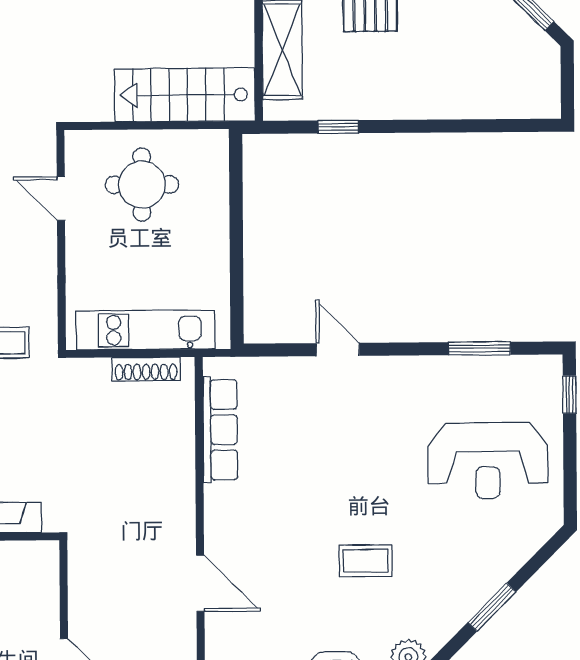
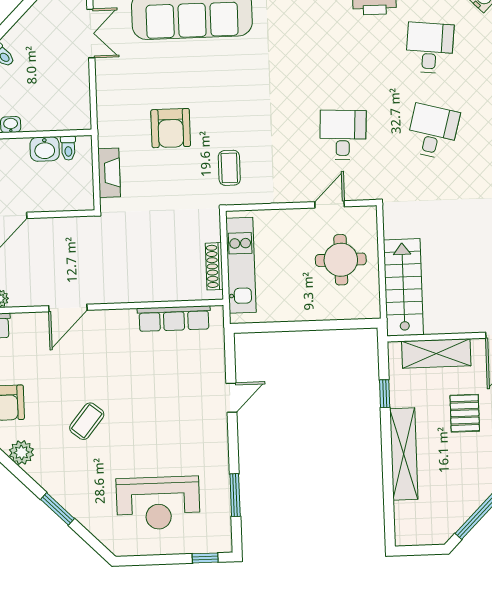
shelving: (427, 101) -> (404, 454), added
reception desk: (488, 461) -> (158, 503), turned -90
coffee table: (366, 561) -> (87, 421), turned 39

